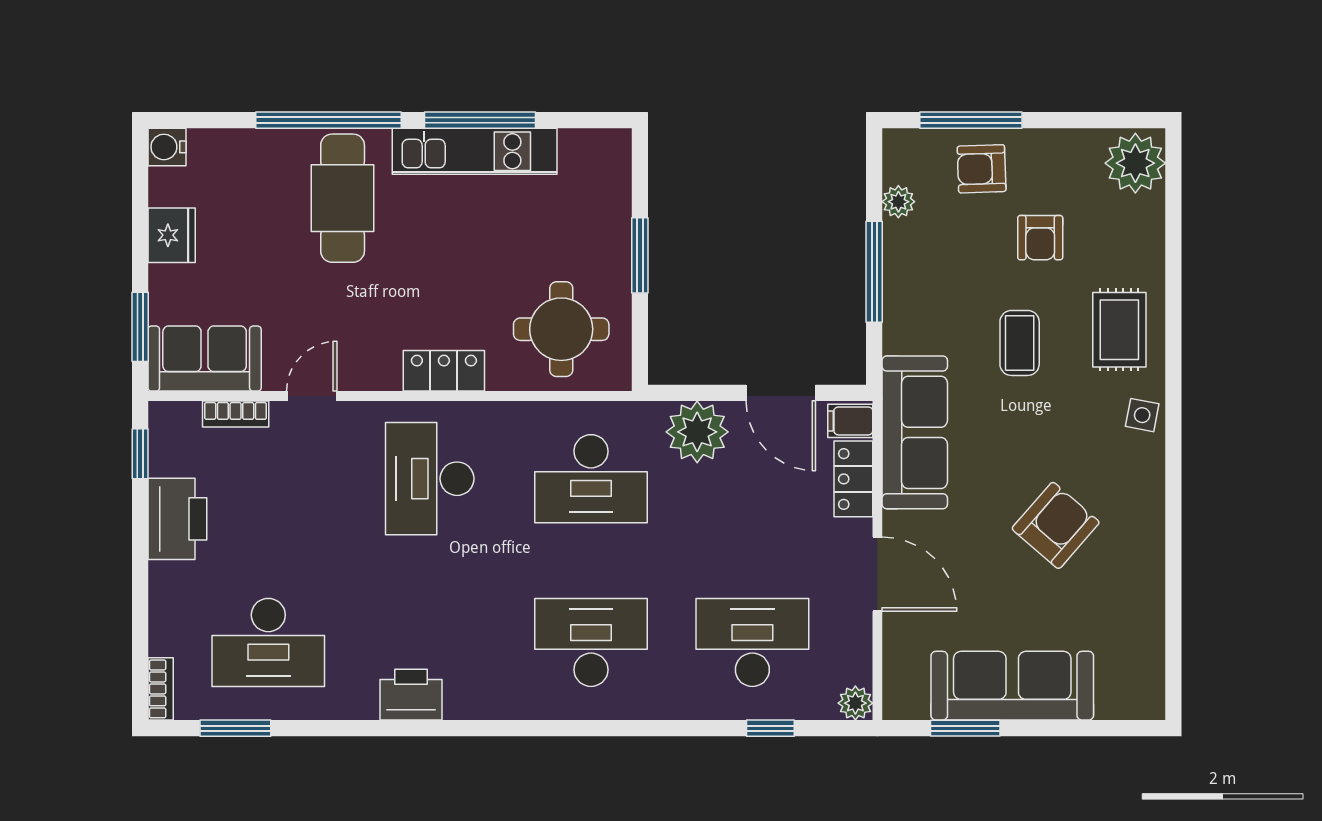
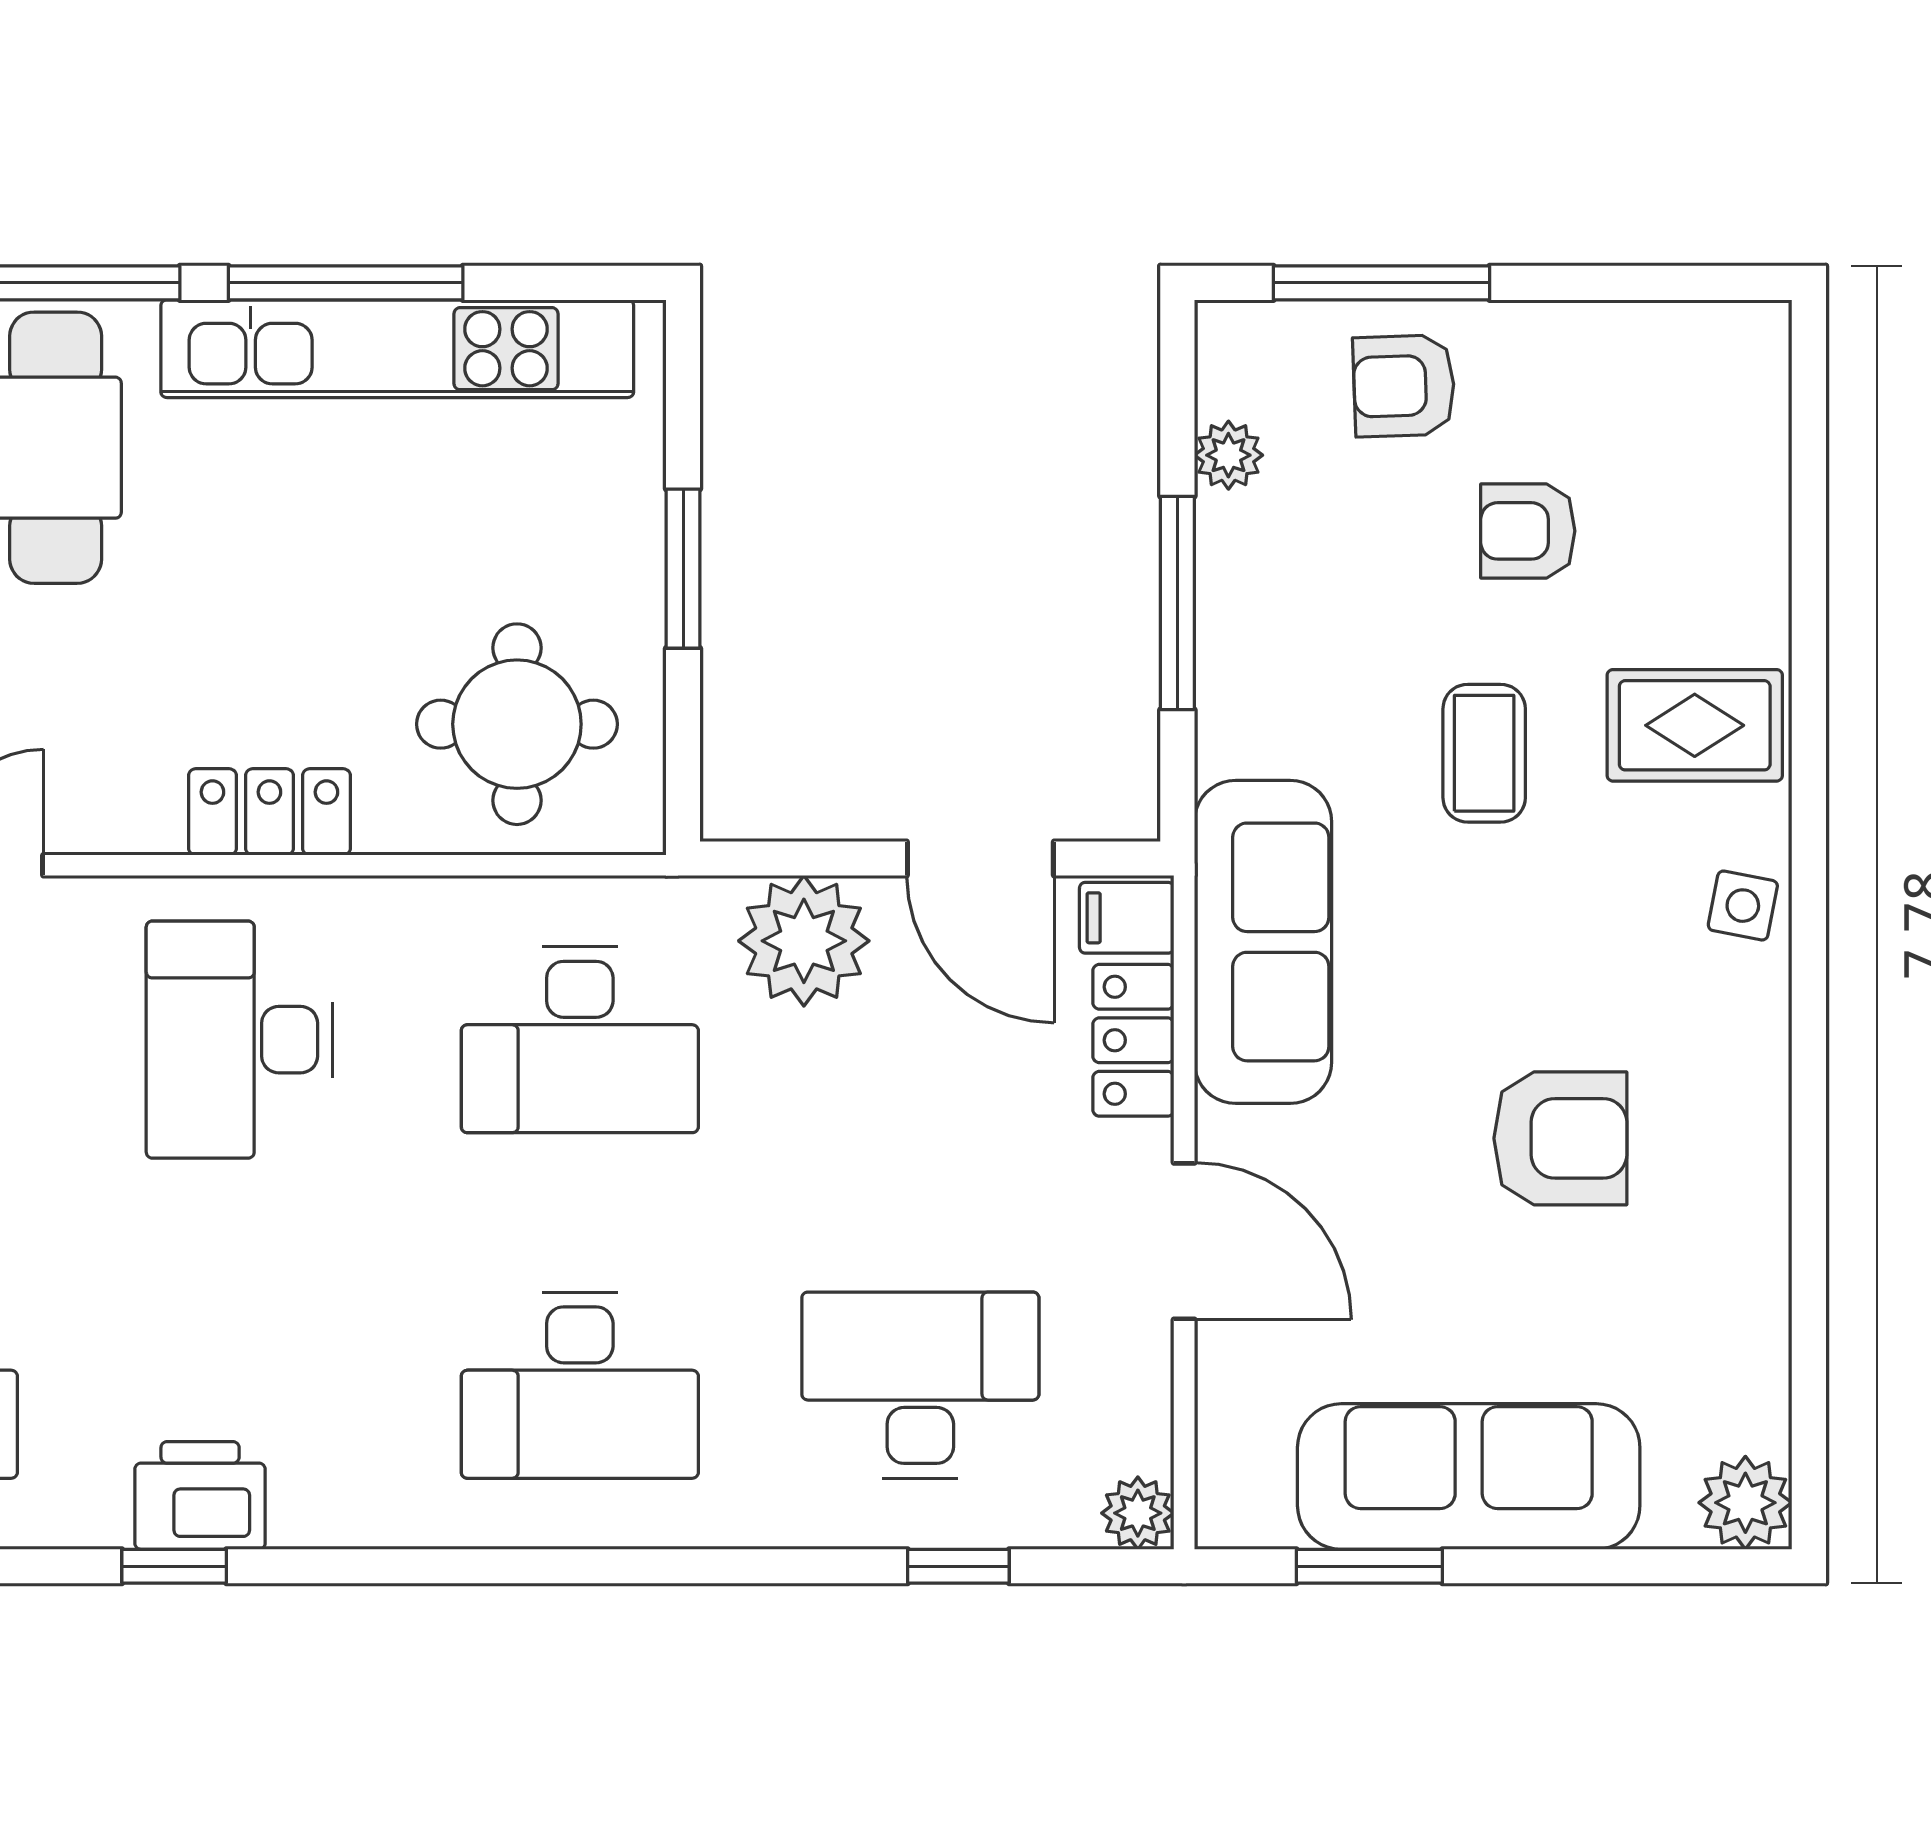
kitchen unit: (475, 151) -> (397, 349), width x1.36
plant: (1135, 163) -> (1745, 1503), moved, width x0.73, depth x0.73
armchair: (1040, 238) -> (1528, 531), turned 90
rug: (1119, 330) -> (1695, 725), turned 90
armchair: (1056, 525) -> (1560, 1138), turned 49
desk: (591, 642) -> (580, 1385), turned 180
window: (399, 728) -> (174, 1566), added

